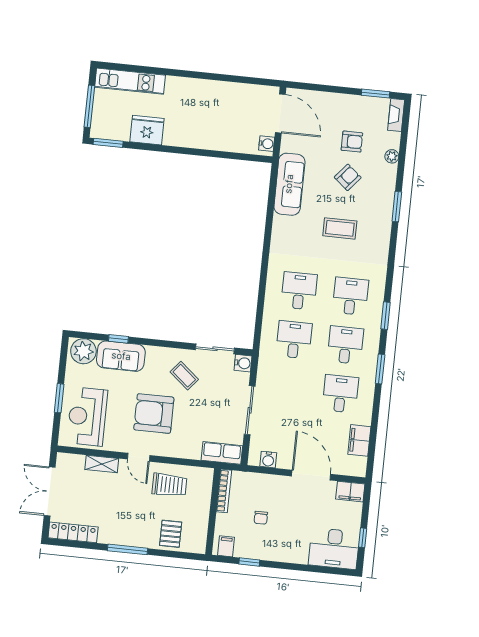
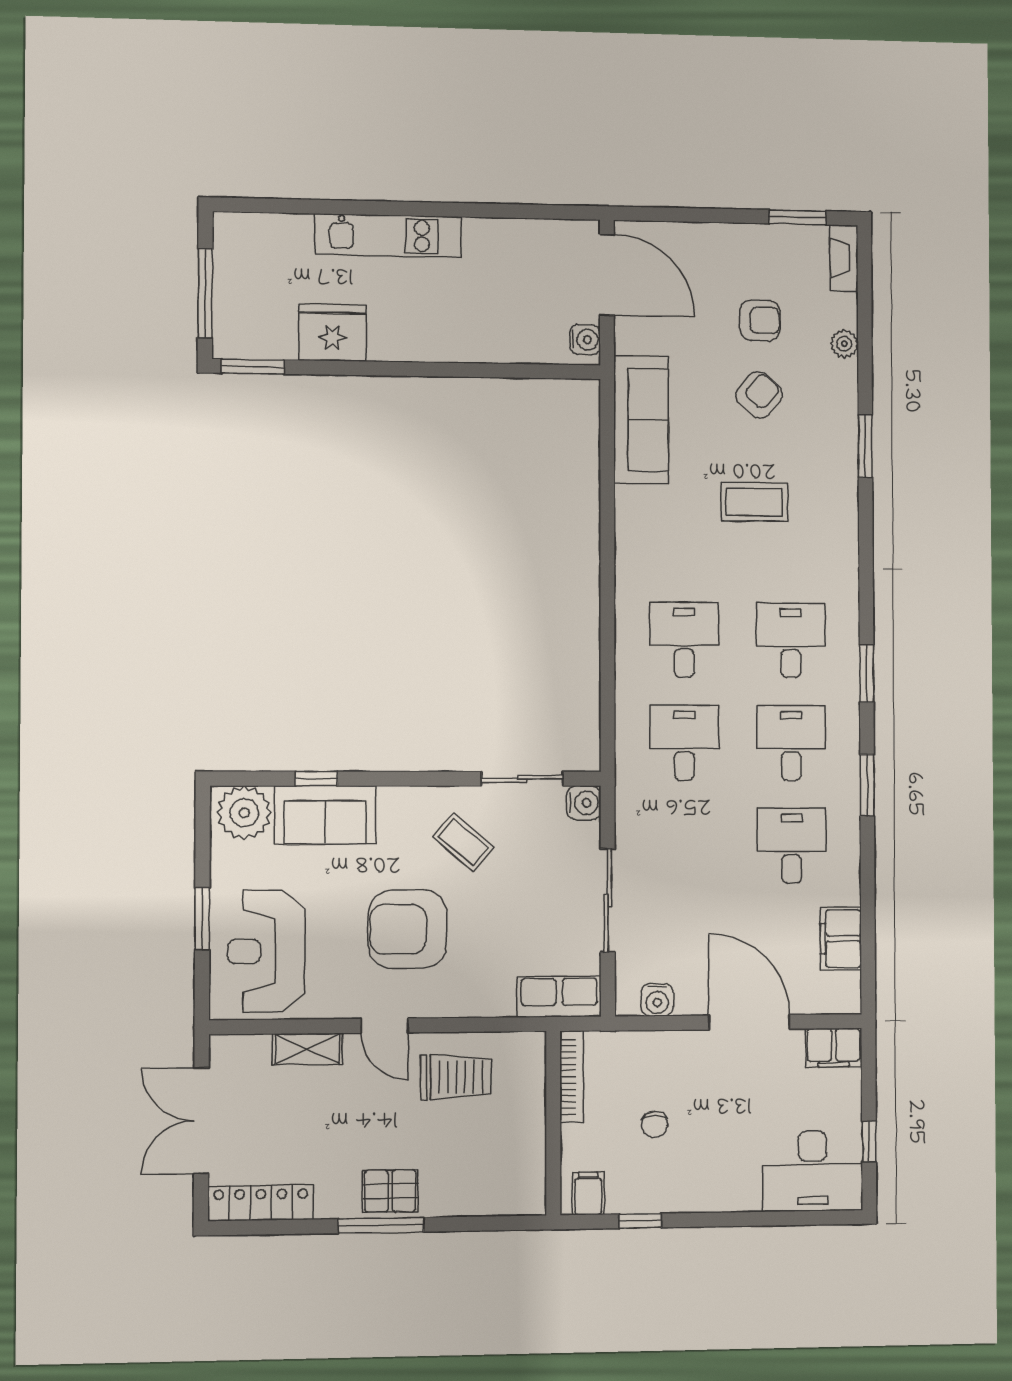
kitchen unit: (130, 81) -> (388, 235), moved
pallet: (171, 534) -> (390, 1191), moved, turned 90

